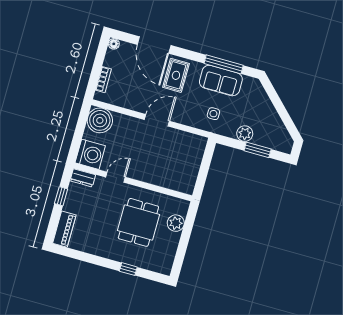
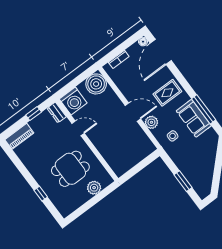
door: (154, 45) -> (161, 52), moved
plant: (245, 134) -> (151, 122), moved

